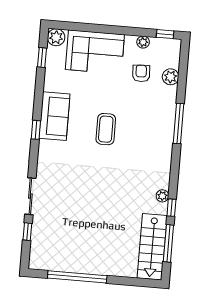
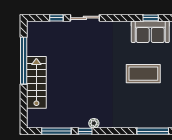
coffee table: (106, 129) -> (143, 74), width x1.36, depth x1.32
window: (36, 130) -> (151, 18), moved
stairs: (152, 247) -> (36, 82), moved, turned 90

